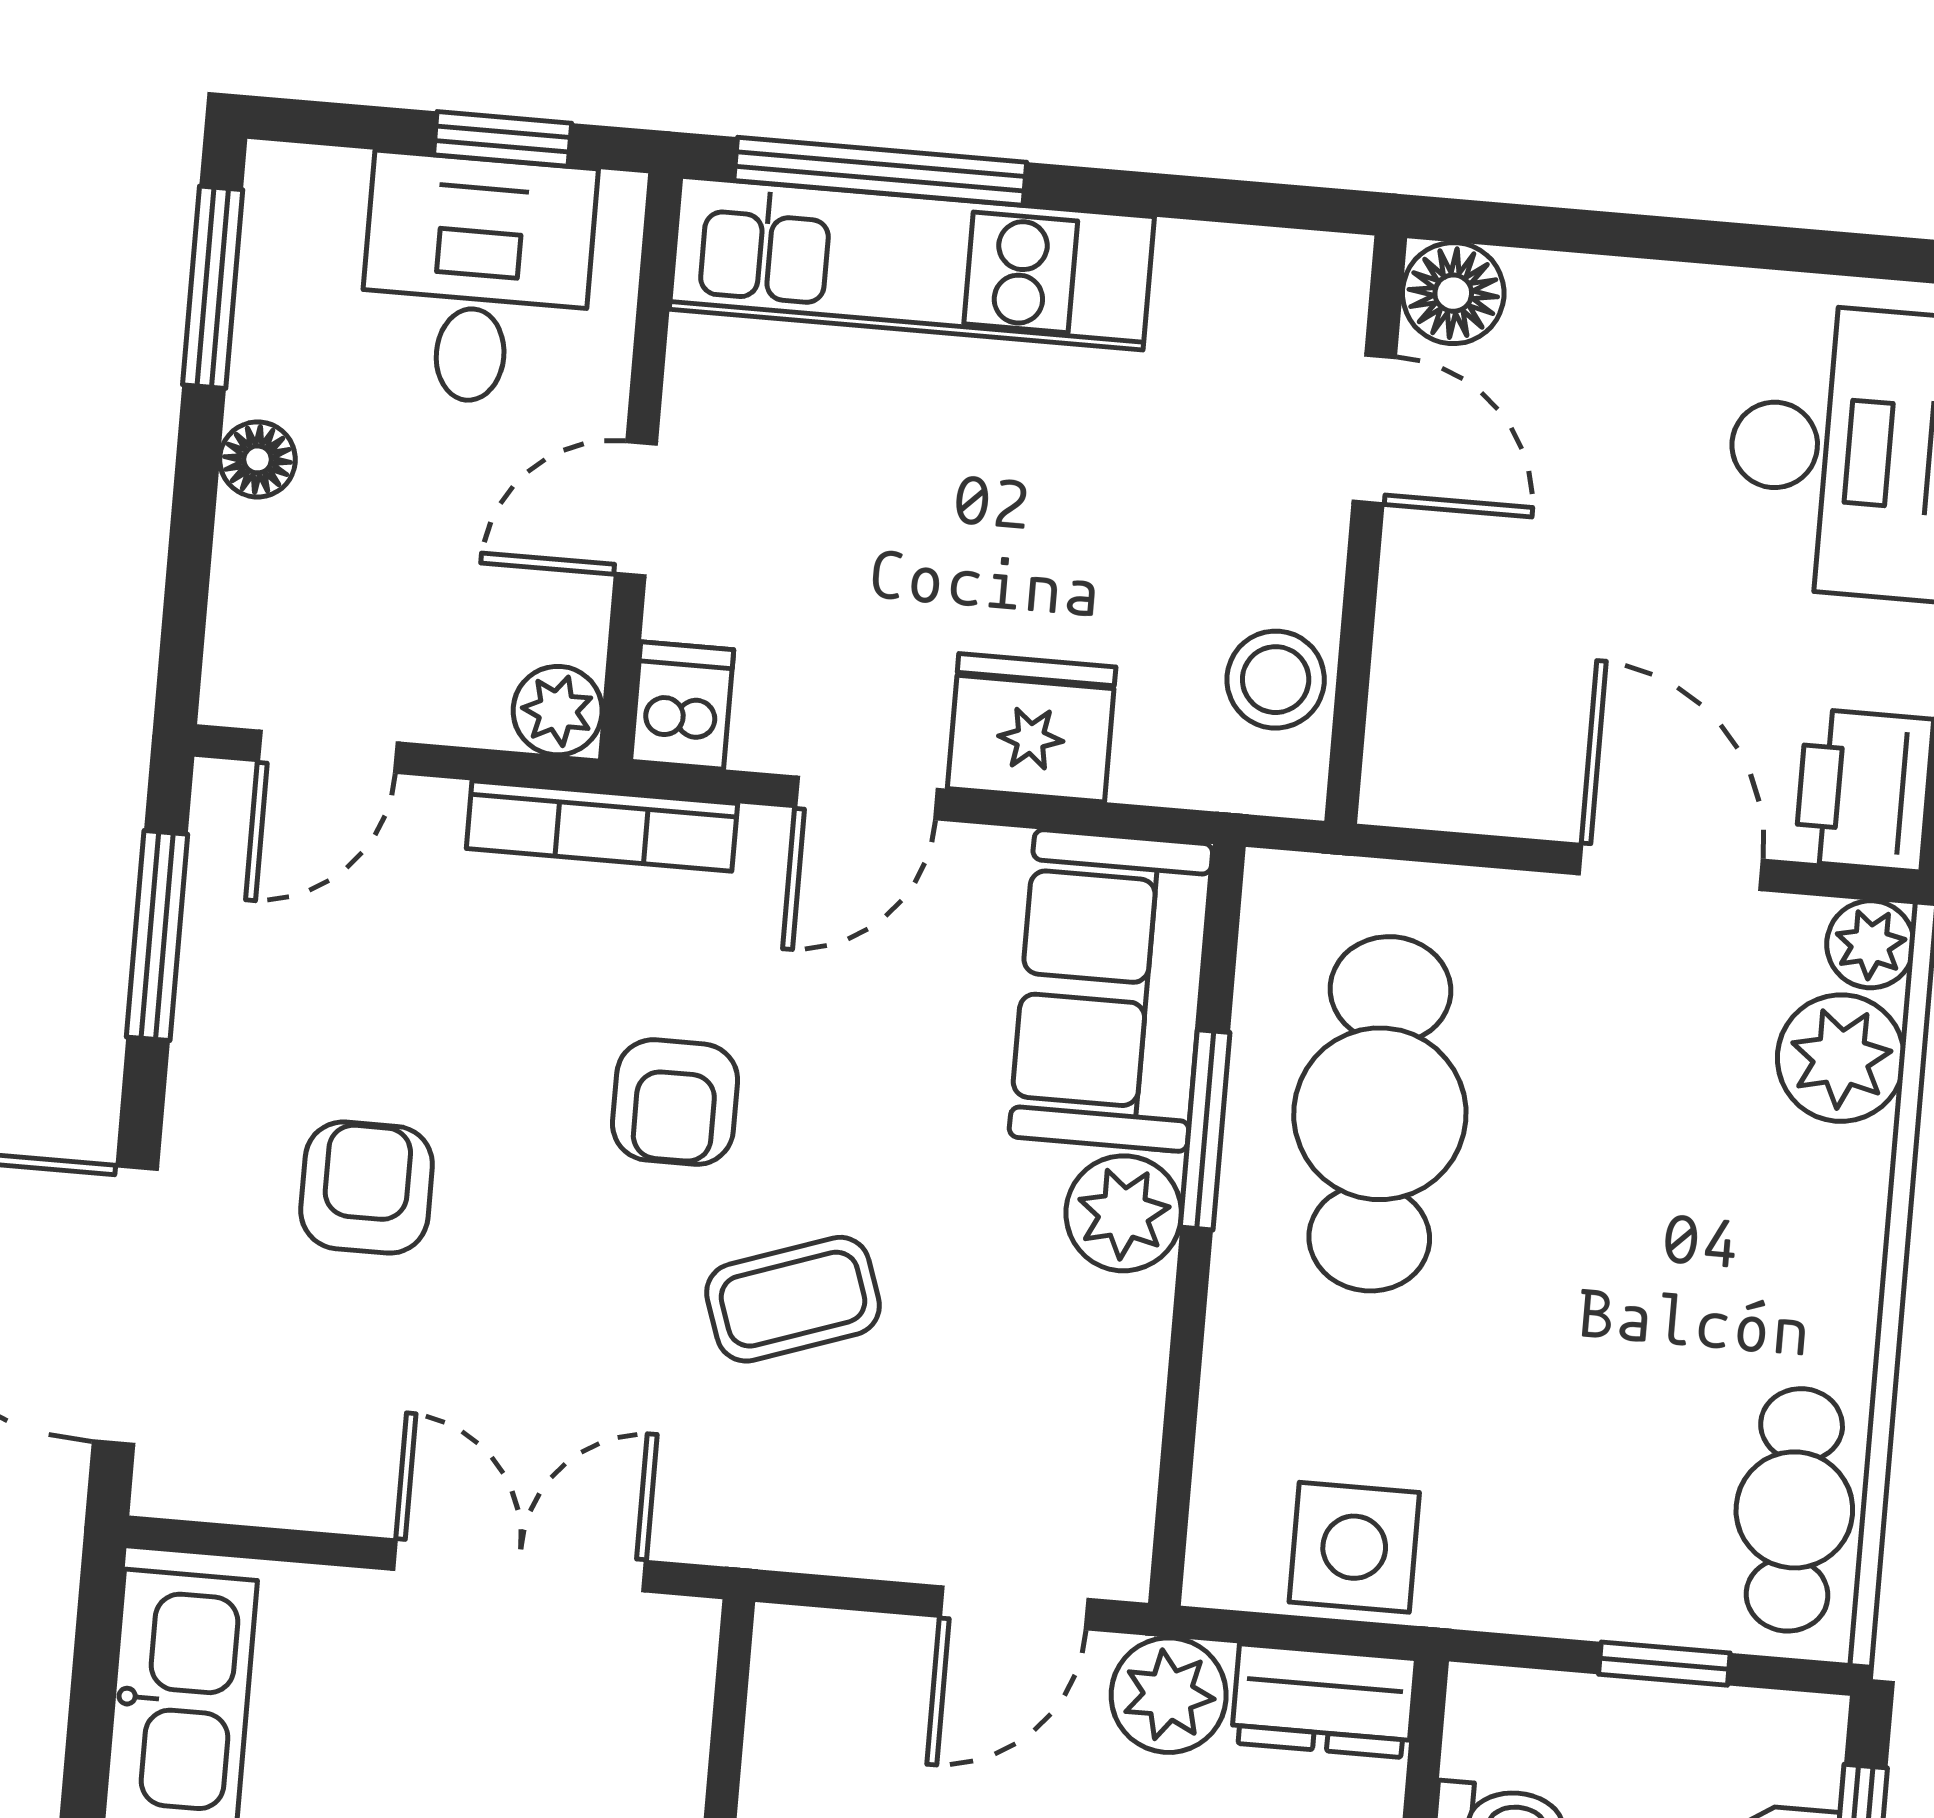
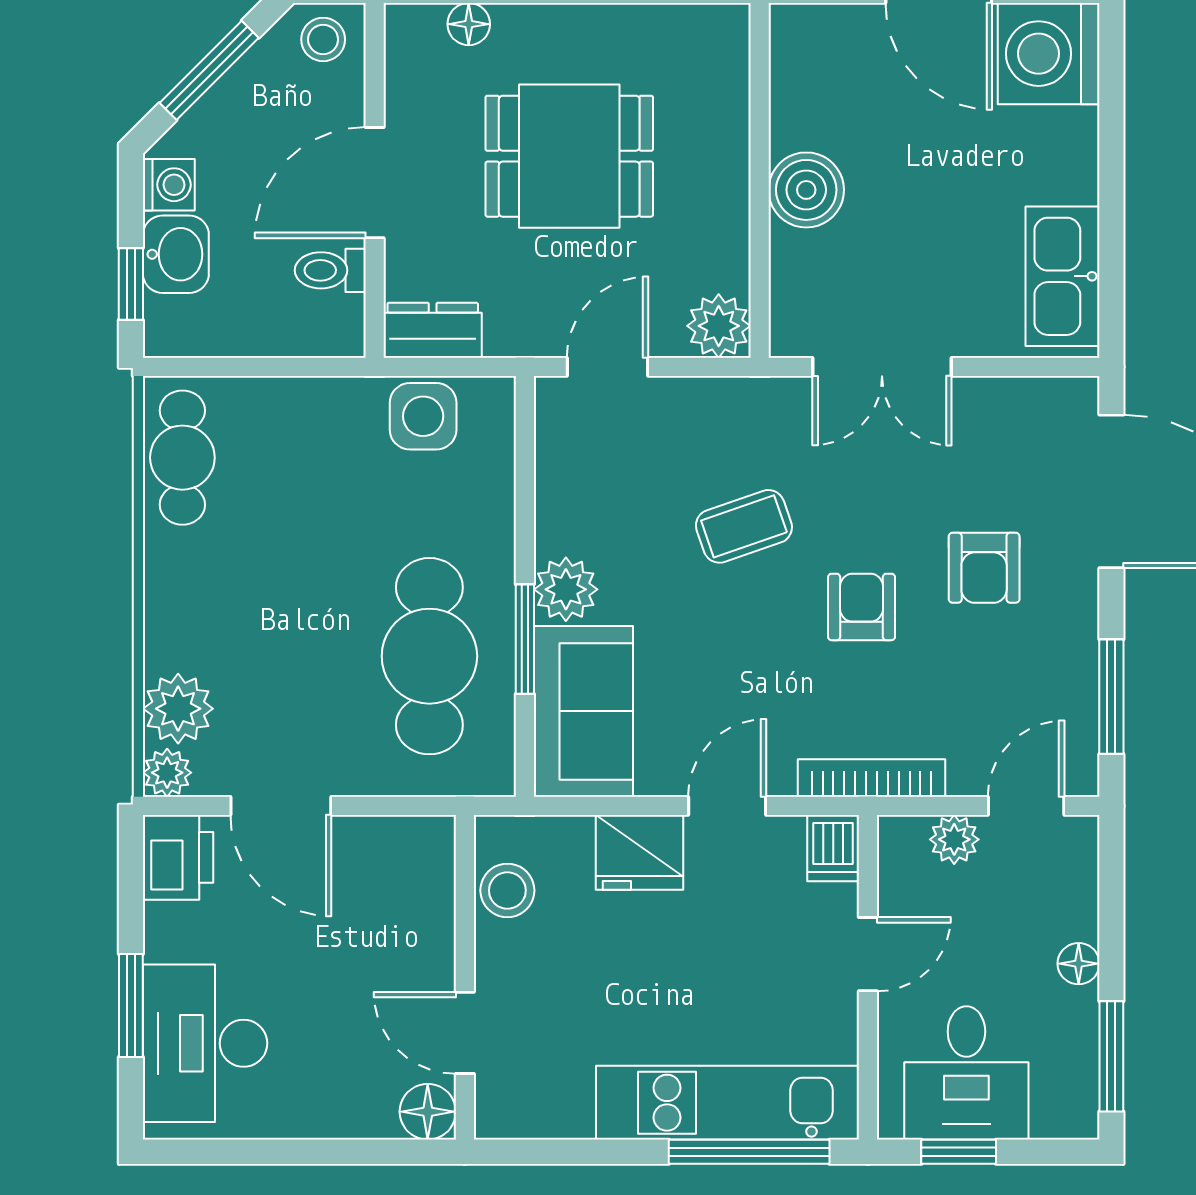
plant: (558, 711) -> (954, 839), moved
armchair: (675, 1102) -> (862, 607), moved
window: (1664, 1664) -> (247, 367), removed
plant: (1169, 1695) -> (719, 326), moved

